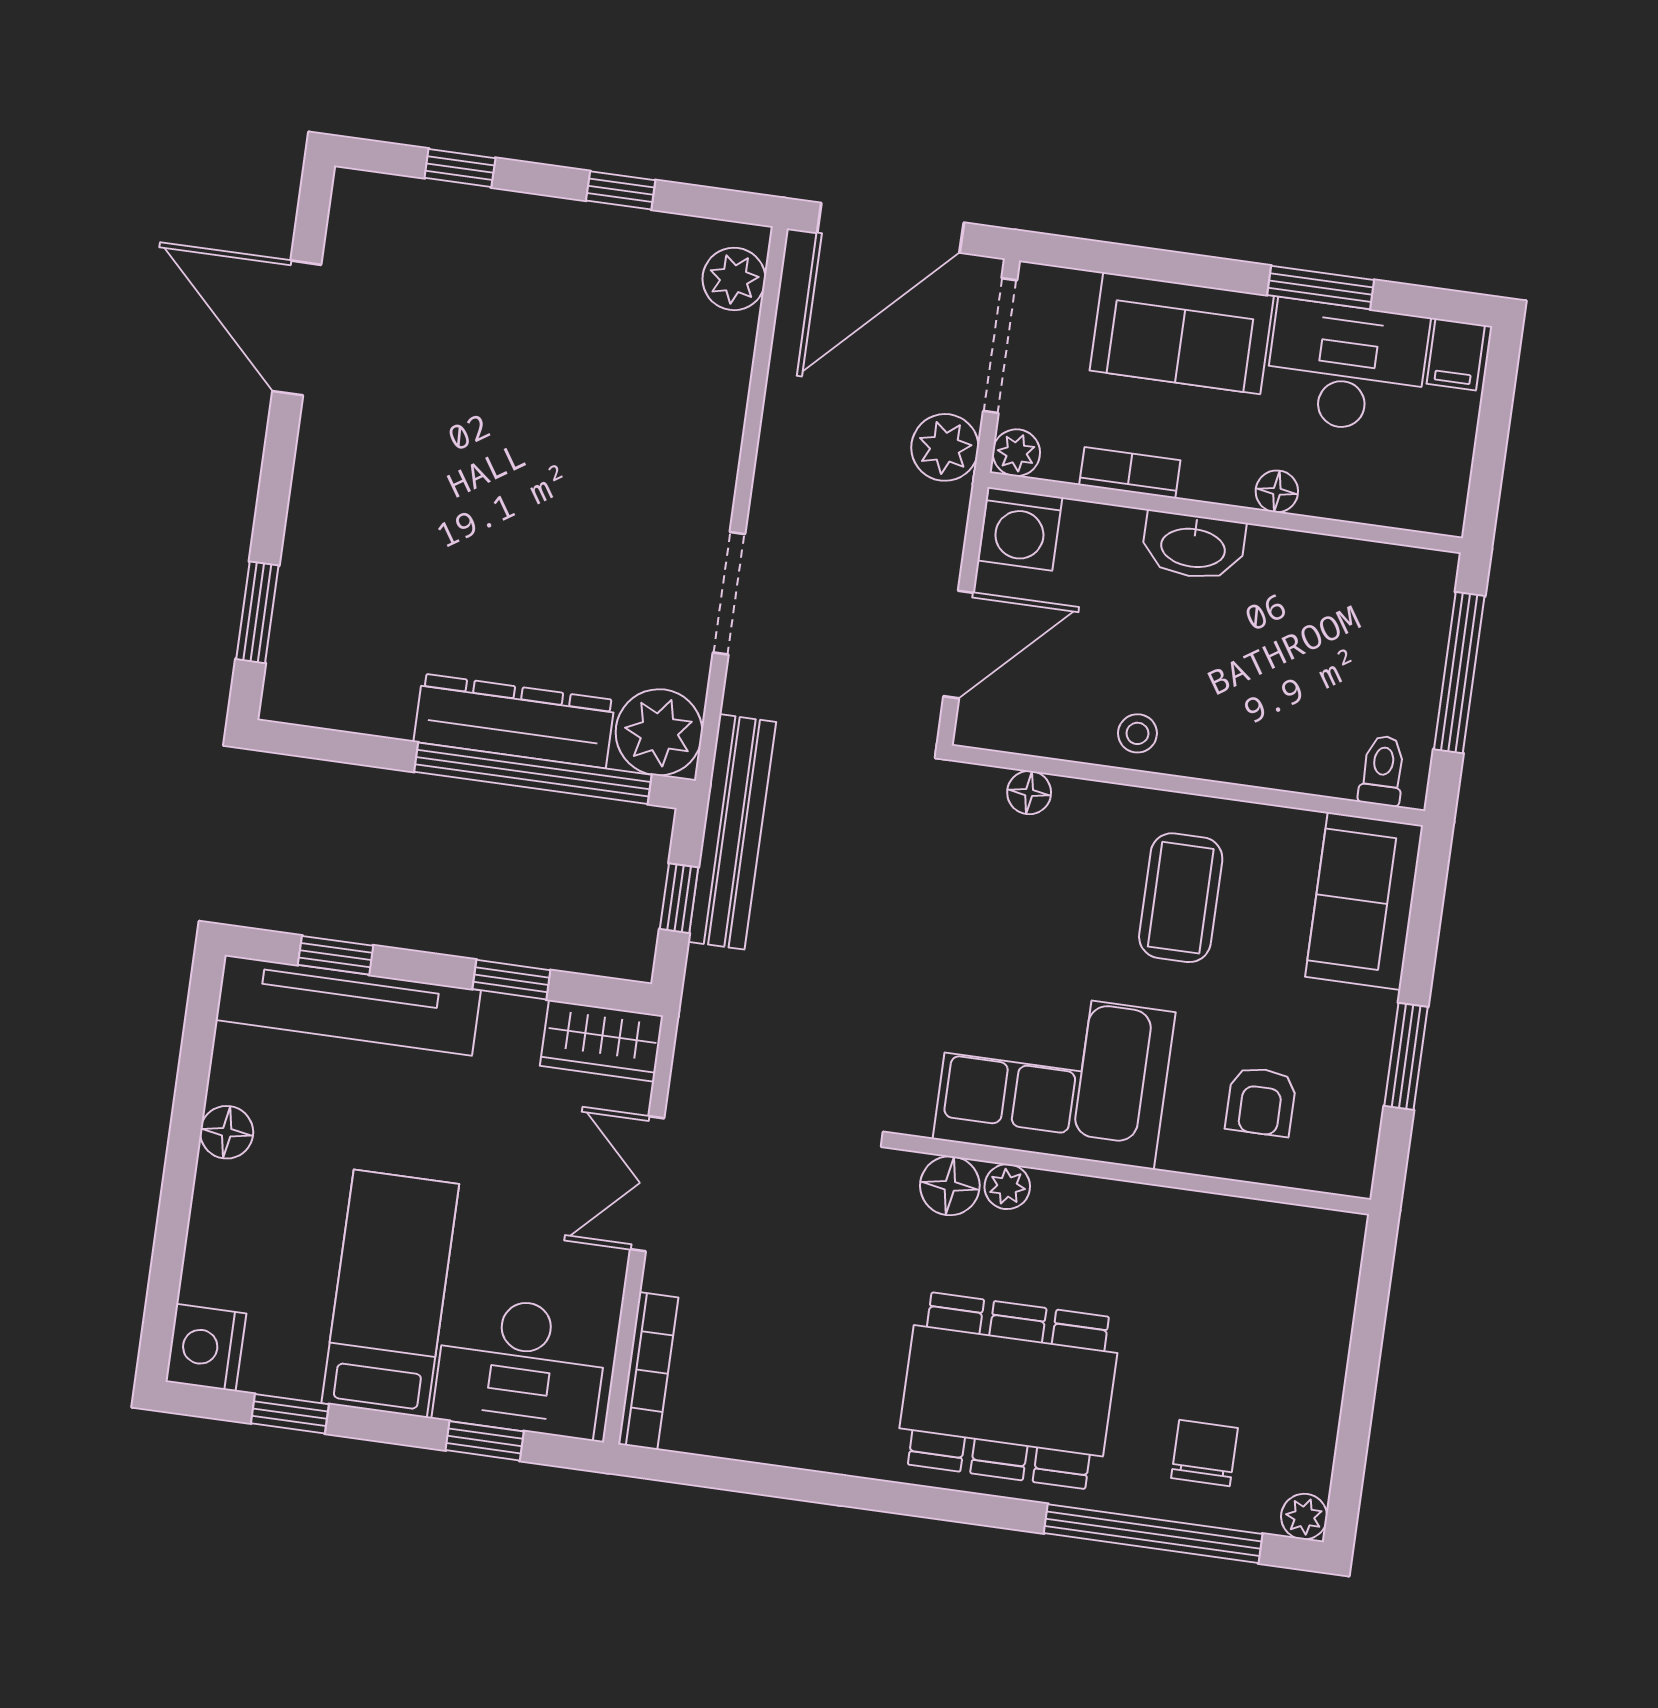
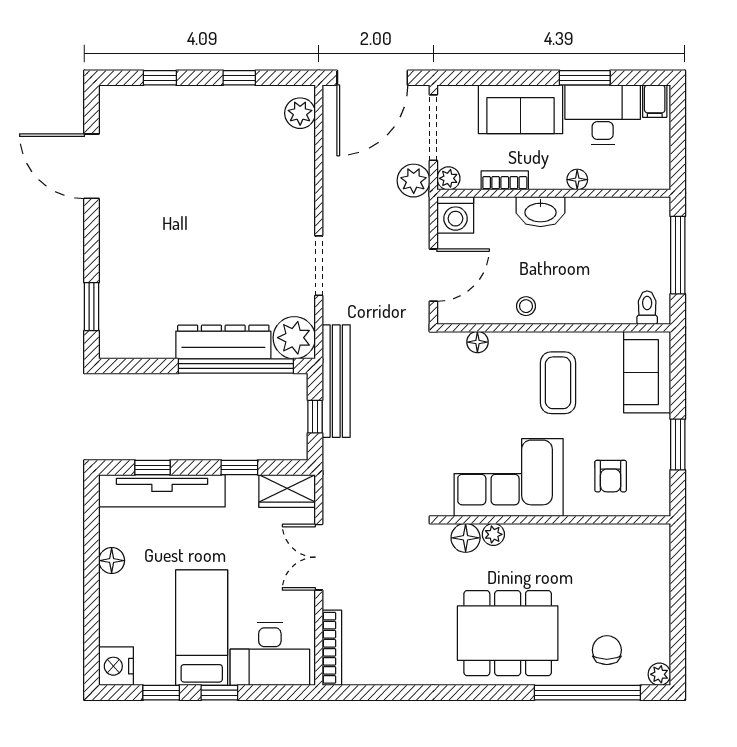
window: (485, 1441) -> (219, 693), moved

